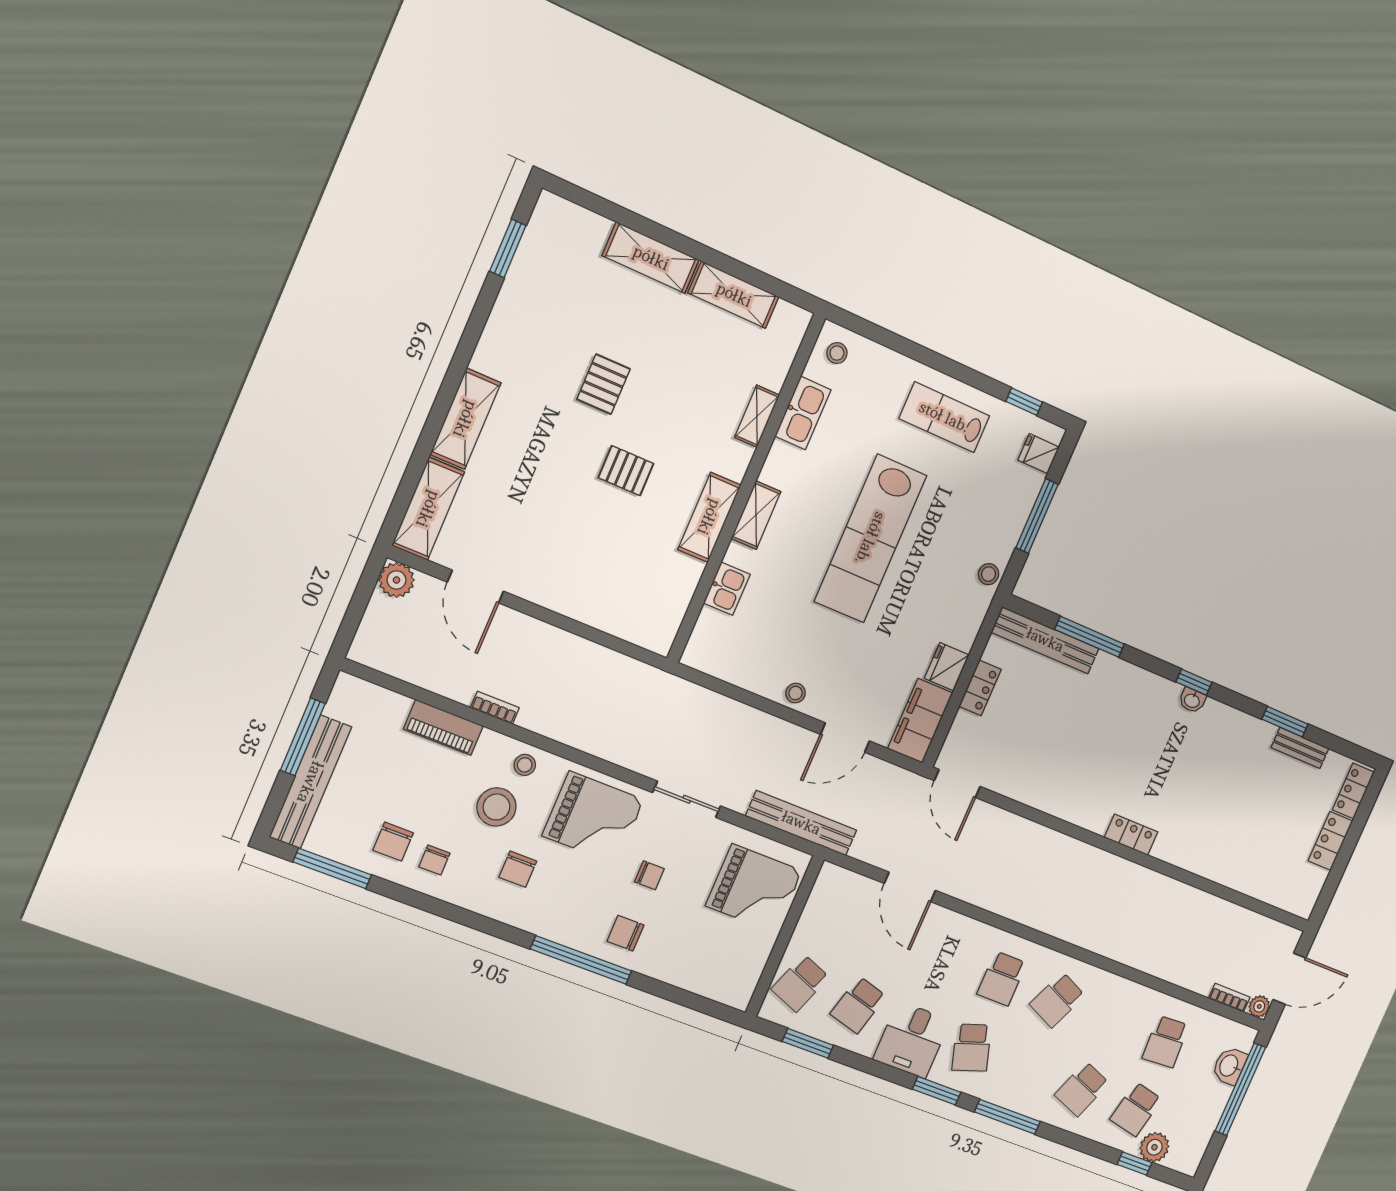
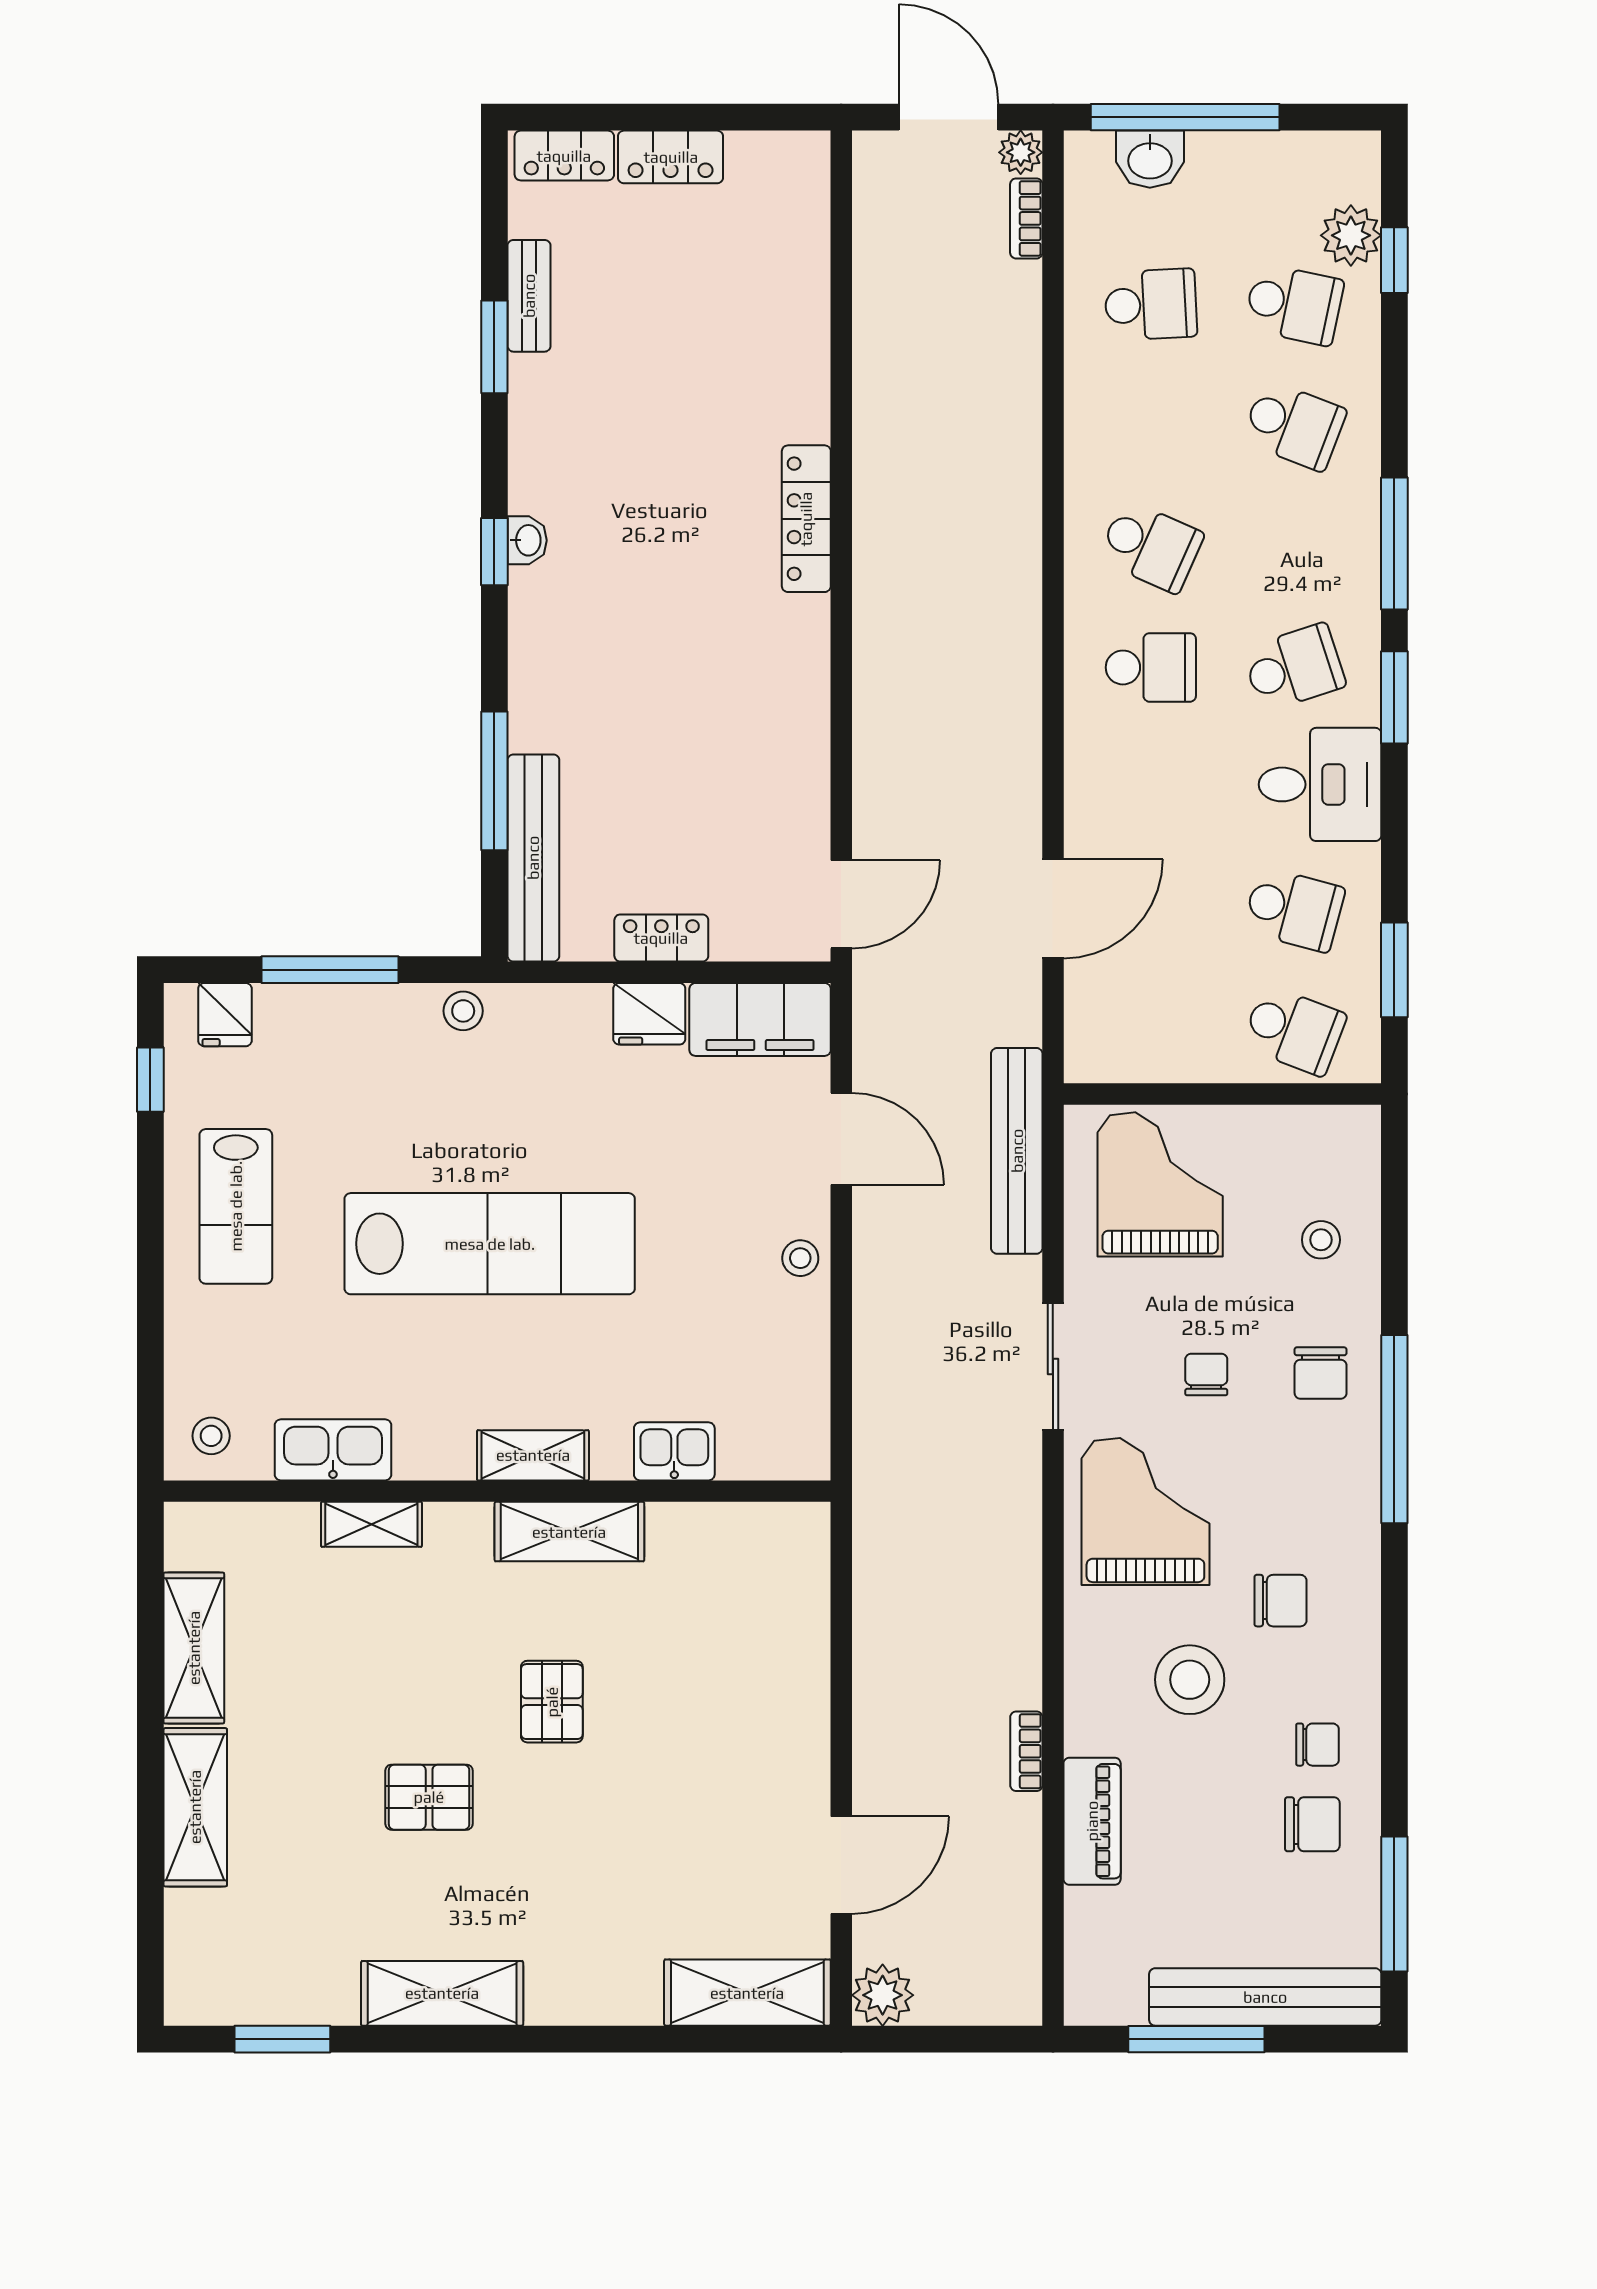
shelving: (465, 419) -> (442, 1993), moved
stool: (525, 765) -> (1321, 1240), moved
locker: (1131, 835) -> (806, 519), width x1.53

